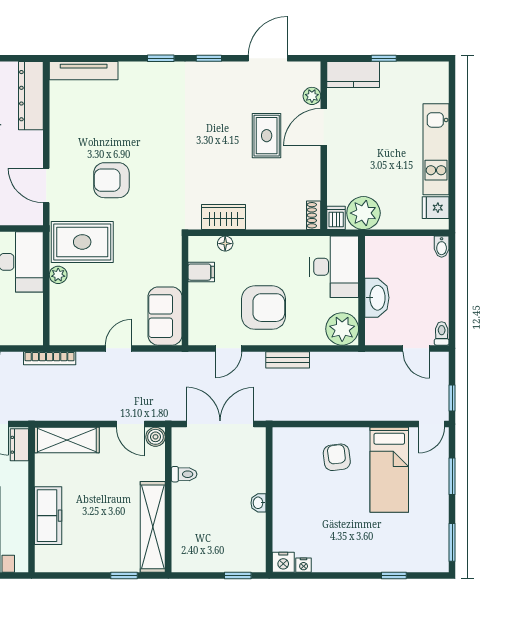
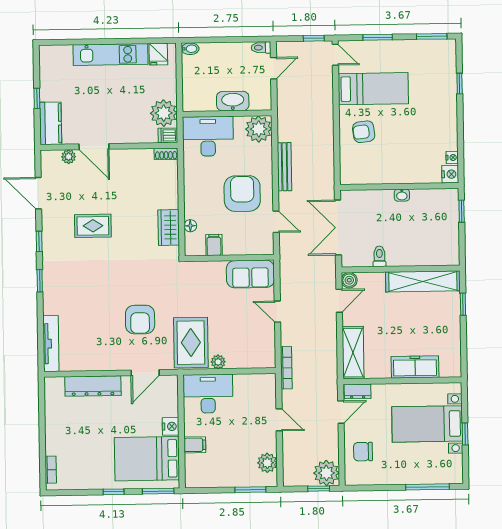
dresser: (31, 96) -> (93, 386), moved
rug: (267, 136) -> (93, 226), moved
bench: (288, 360) -> (285, 167), width x1.36

